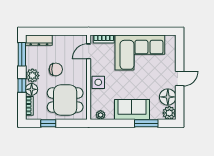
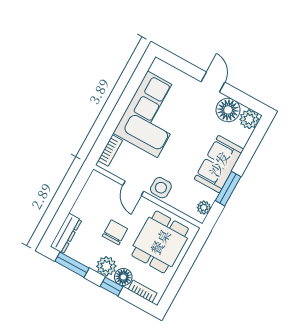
door: (89, 51) -> (133, 188), moved
window: (48, 123) -> (178, 280), removed
window: (146, 123) -> (228, 189), moved

